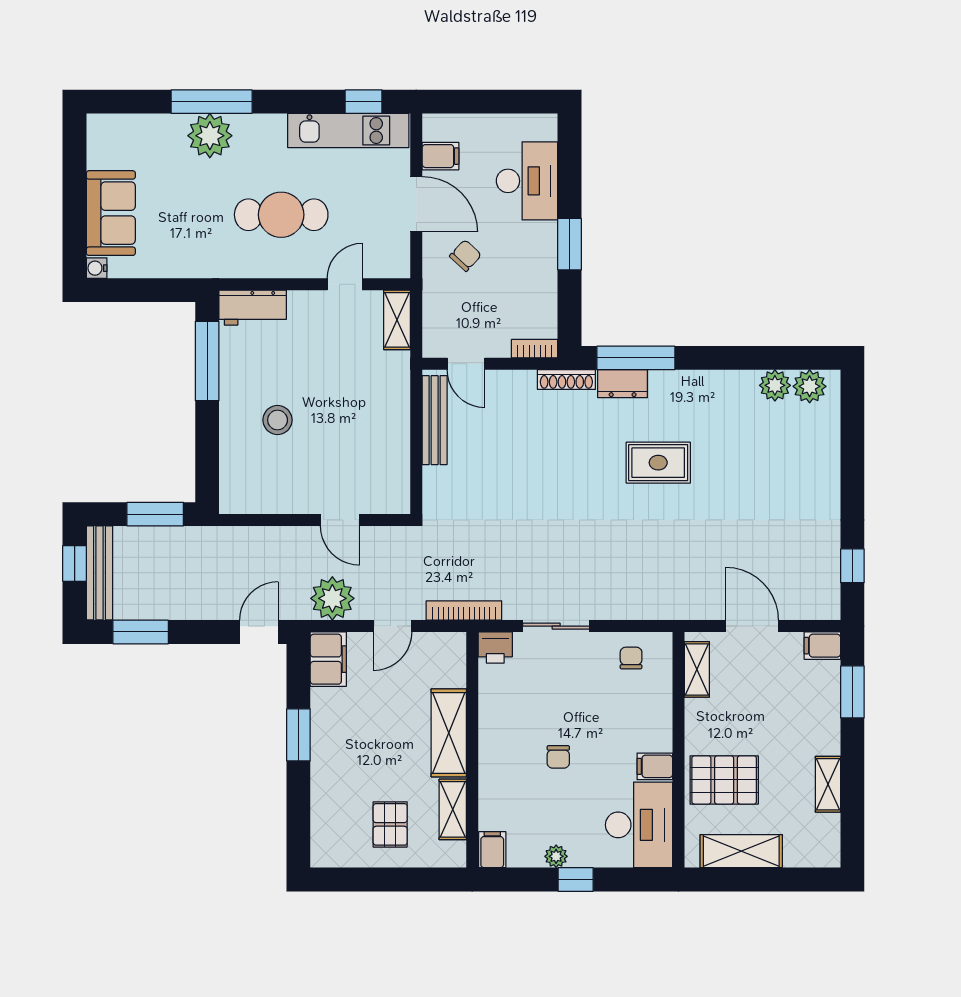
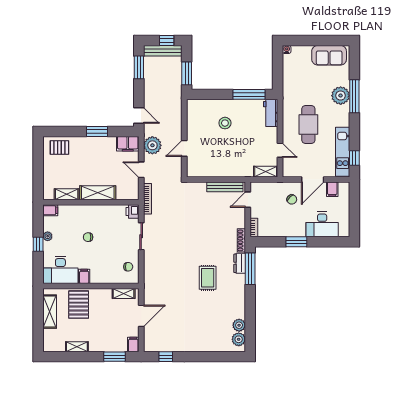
sofa: (111, 213) -> (329, 55), moved
pallet: (390, 824) -> (59, 147), moved

